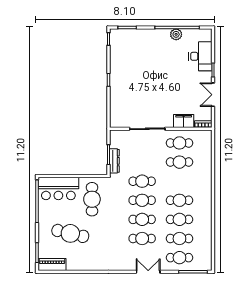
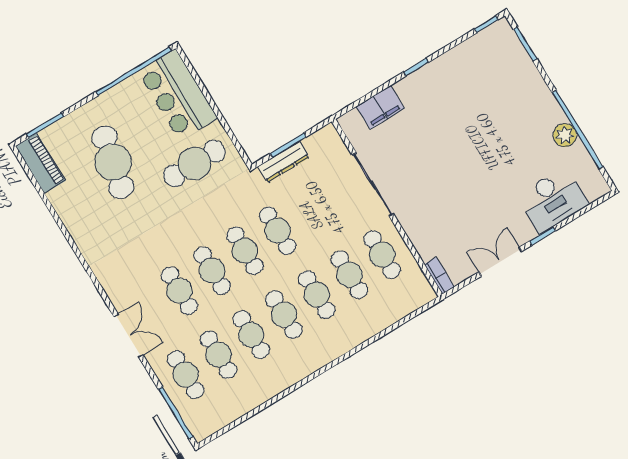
filing cabinet: (184, 121) -> (380, 107), moved, turned 90
cafe table: (179, 181) -> (317, 295), added

